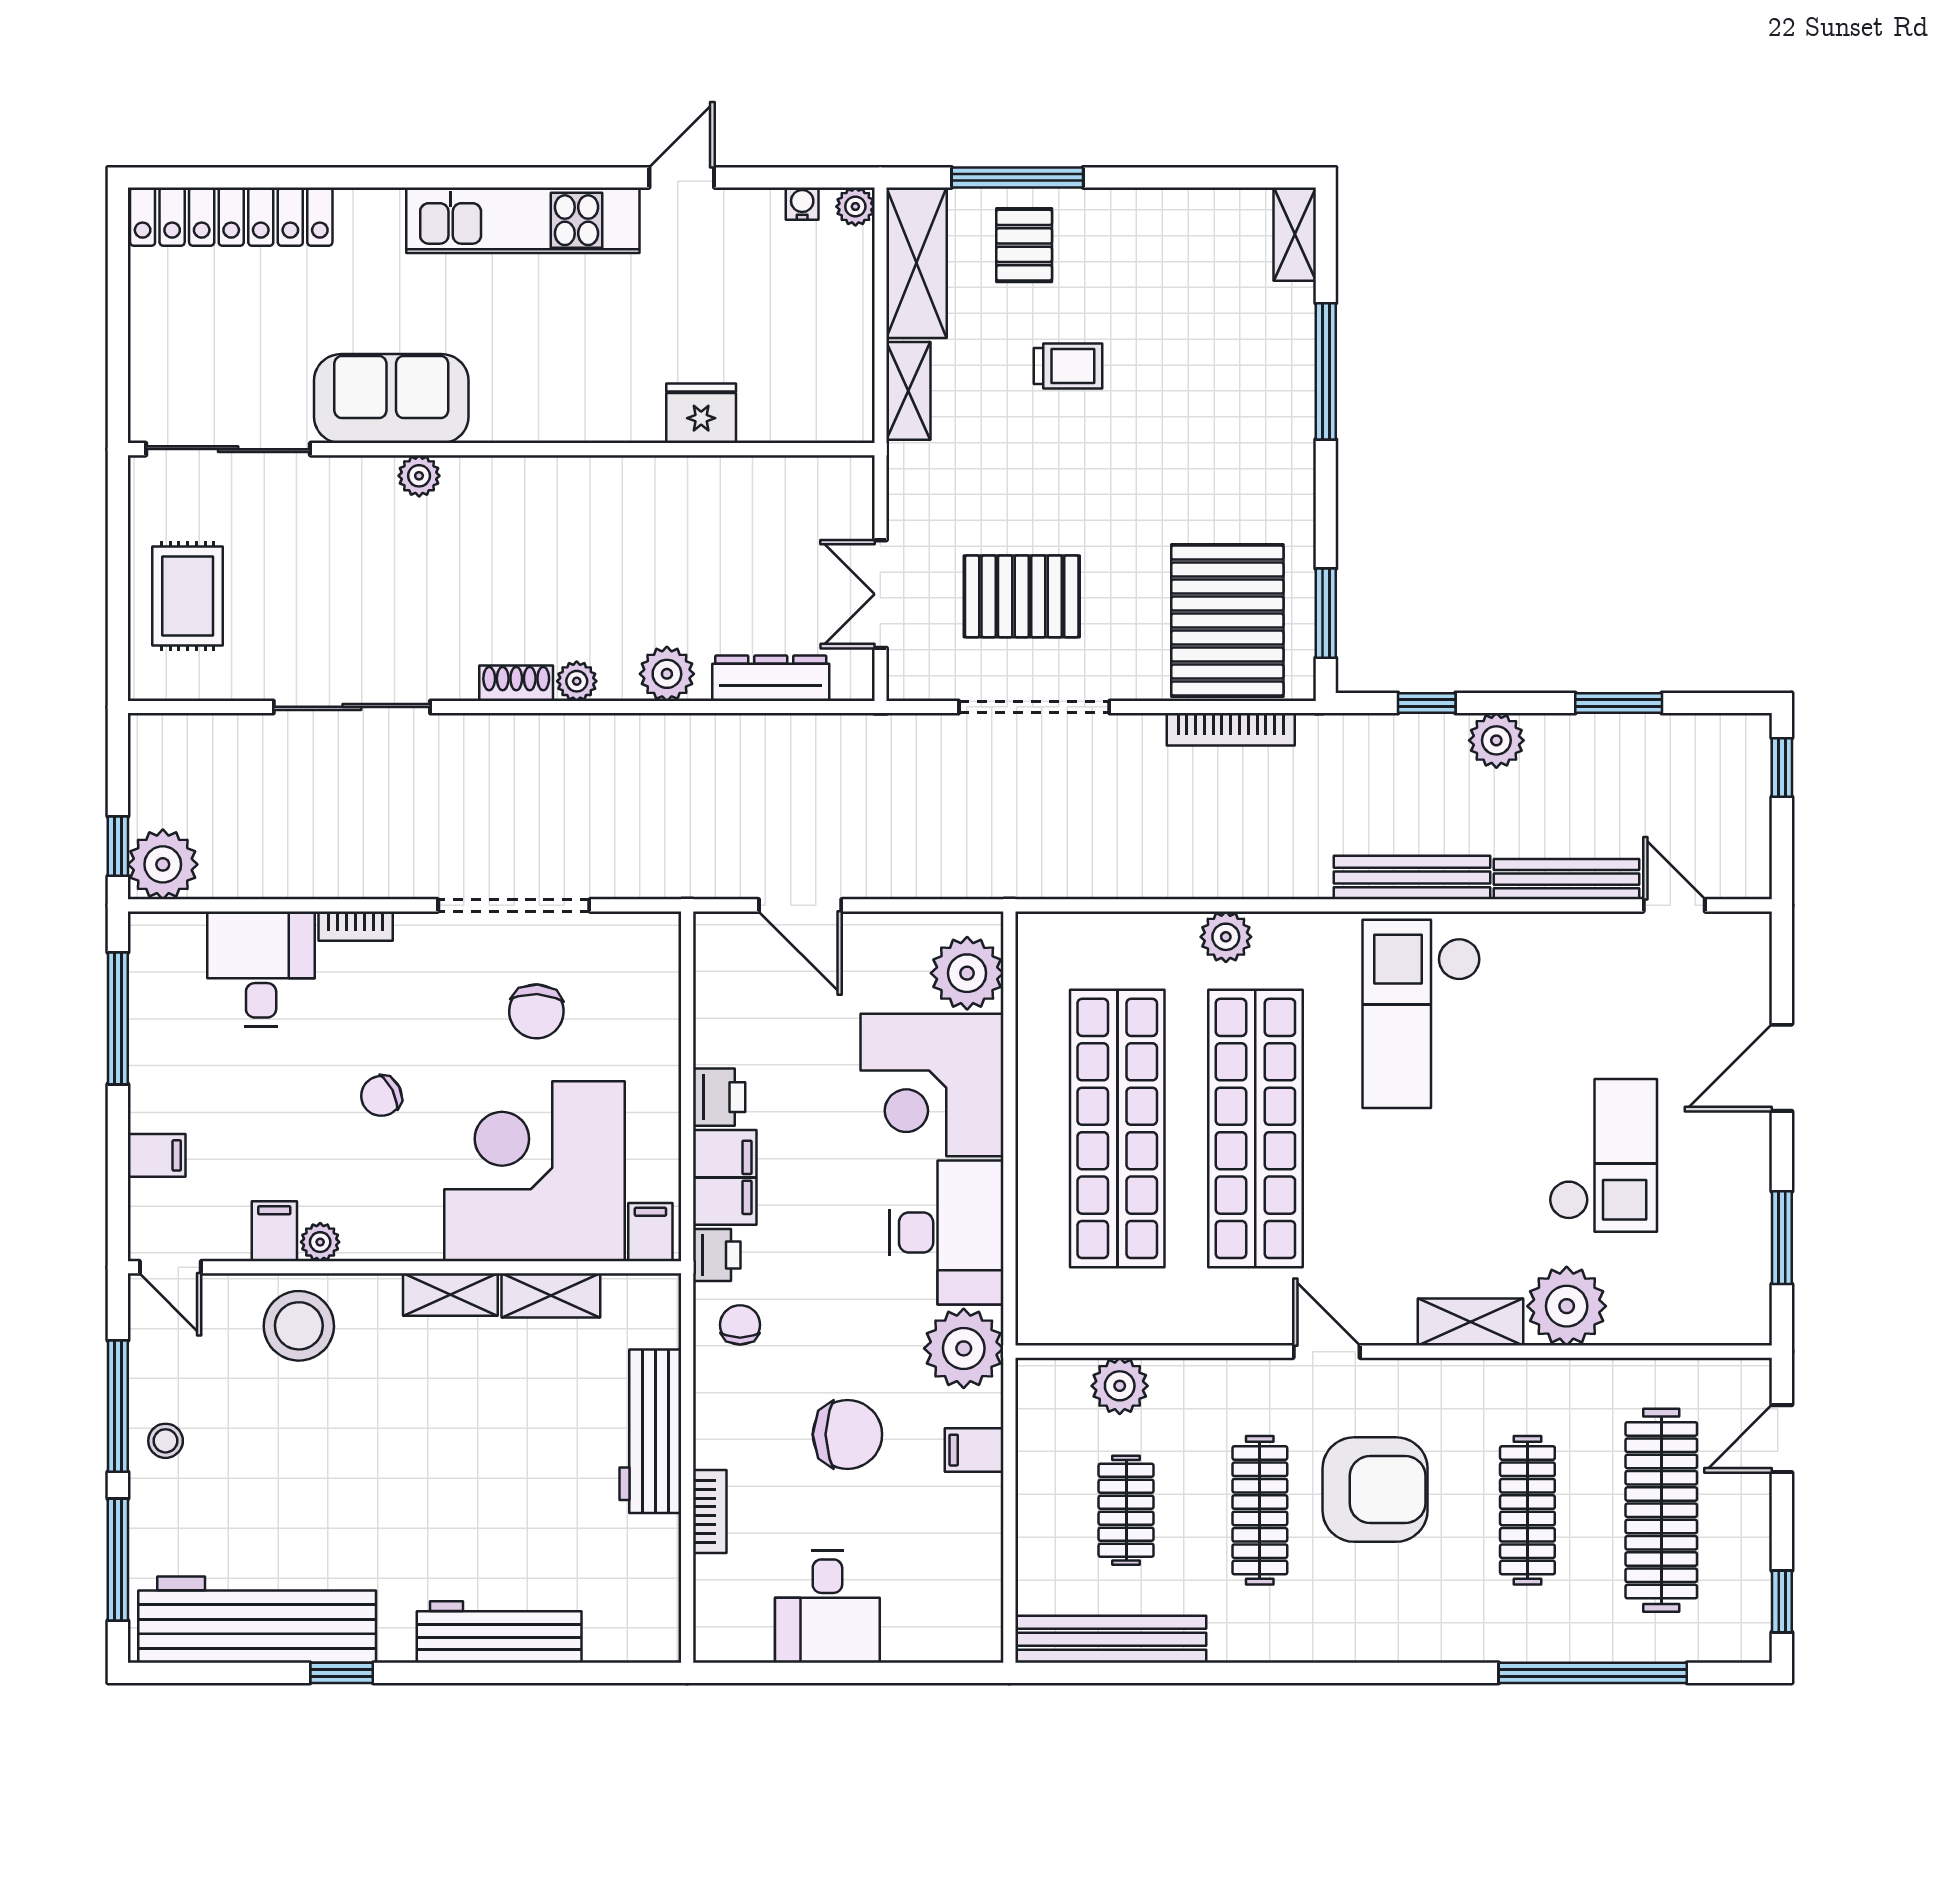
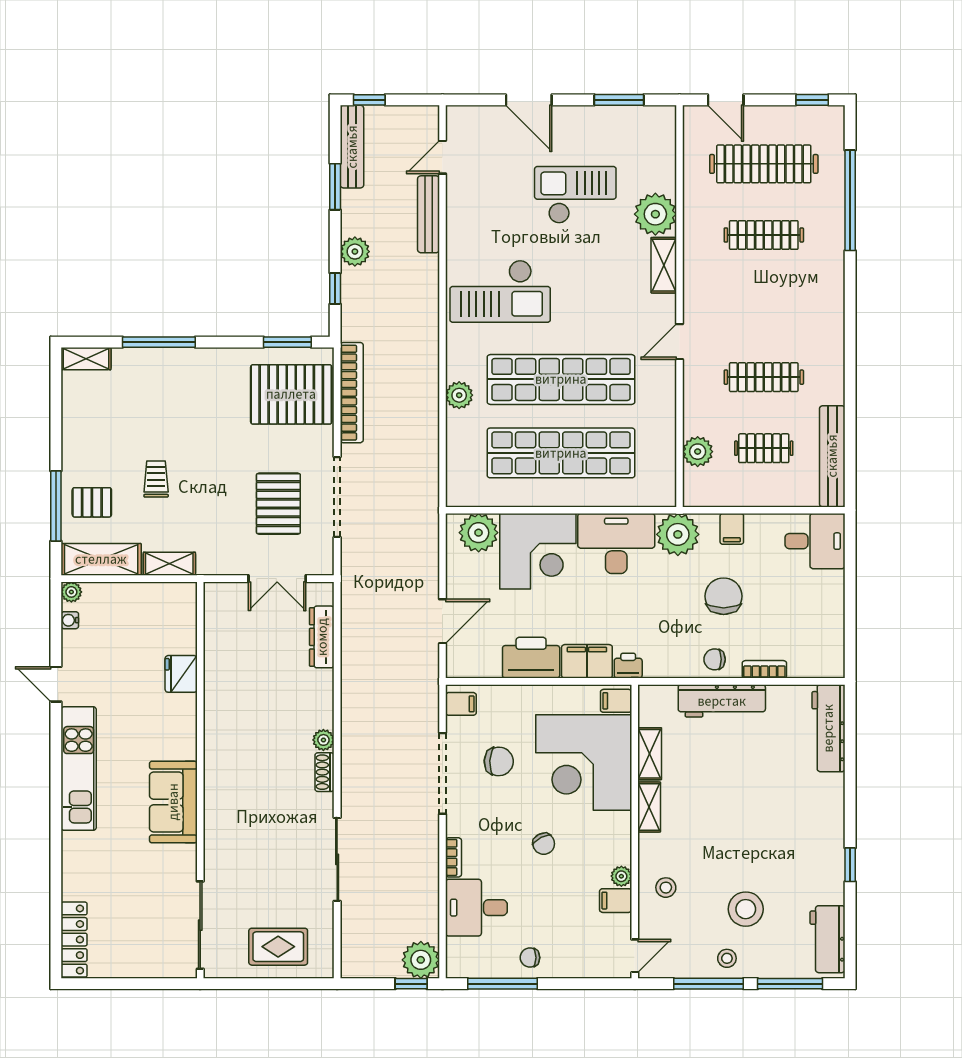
locker: (231, 217) -> (74, 940), width x0.71, depth x0.83
sofa: (391, 399) -> (173, 802), moved
plant: (419, 476) -> (214, 824), removed
plant: (667, 674) -> (320, 692), removed
bookcase: (1231, 729) -> (352, 393), width x1.48, depth x1.31
bench: (1412, 878) -> (352, 147), moved
chair: (167, 1070) -> (530, 958), added
printer: (719, 1097) -> (531, 658), width x1.87, depth x1.48
filing cabinet: (157, 1155) -> (461, 704), moved, turned 90
chair: (740, 1325) -> (715, 659), moved
stool: (299, 1326) -> (666, 888), width x0.53, depth x0.53
stool: (258, 1476) -> (746, 909), added
armchair: (1375, 1490) -> (753, 316), removed
desk: (827, 1607) -> (815, 541), moved
workbench: (257, 1620) -> (828, 939), width x0.53, depth x0.76
workbench: (499, 1632) -> (828, 728), moved

